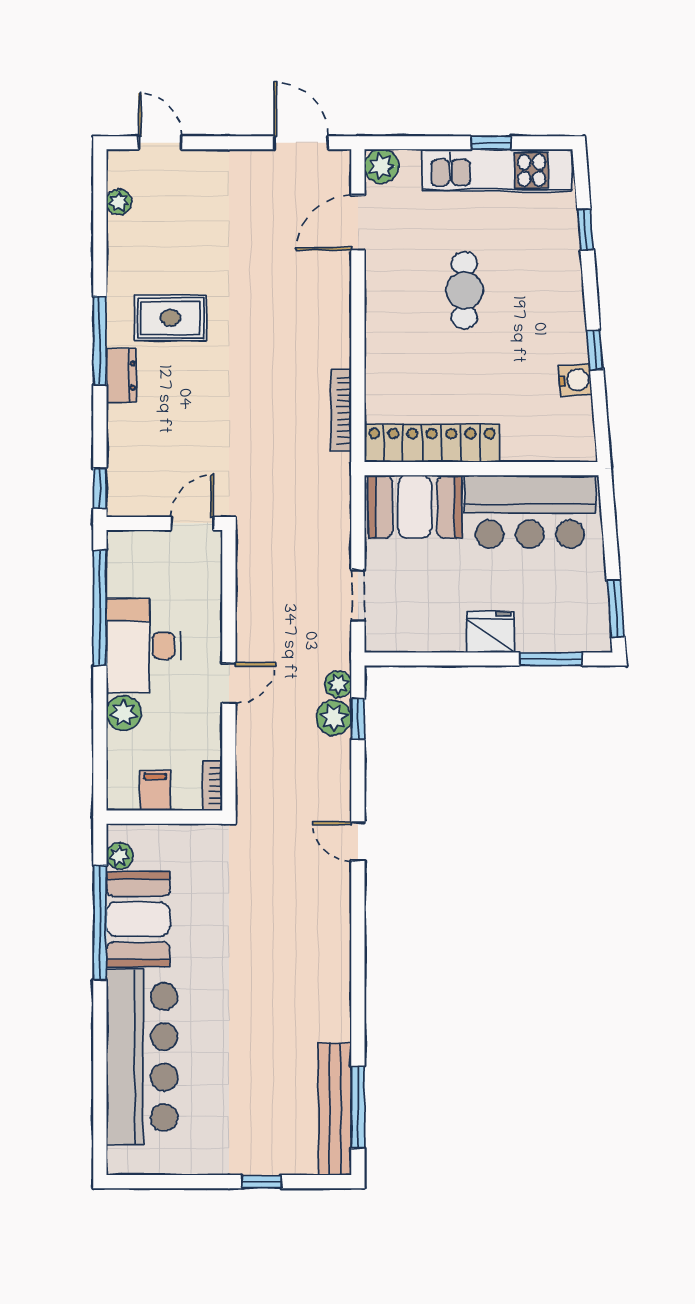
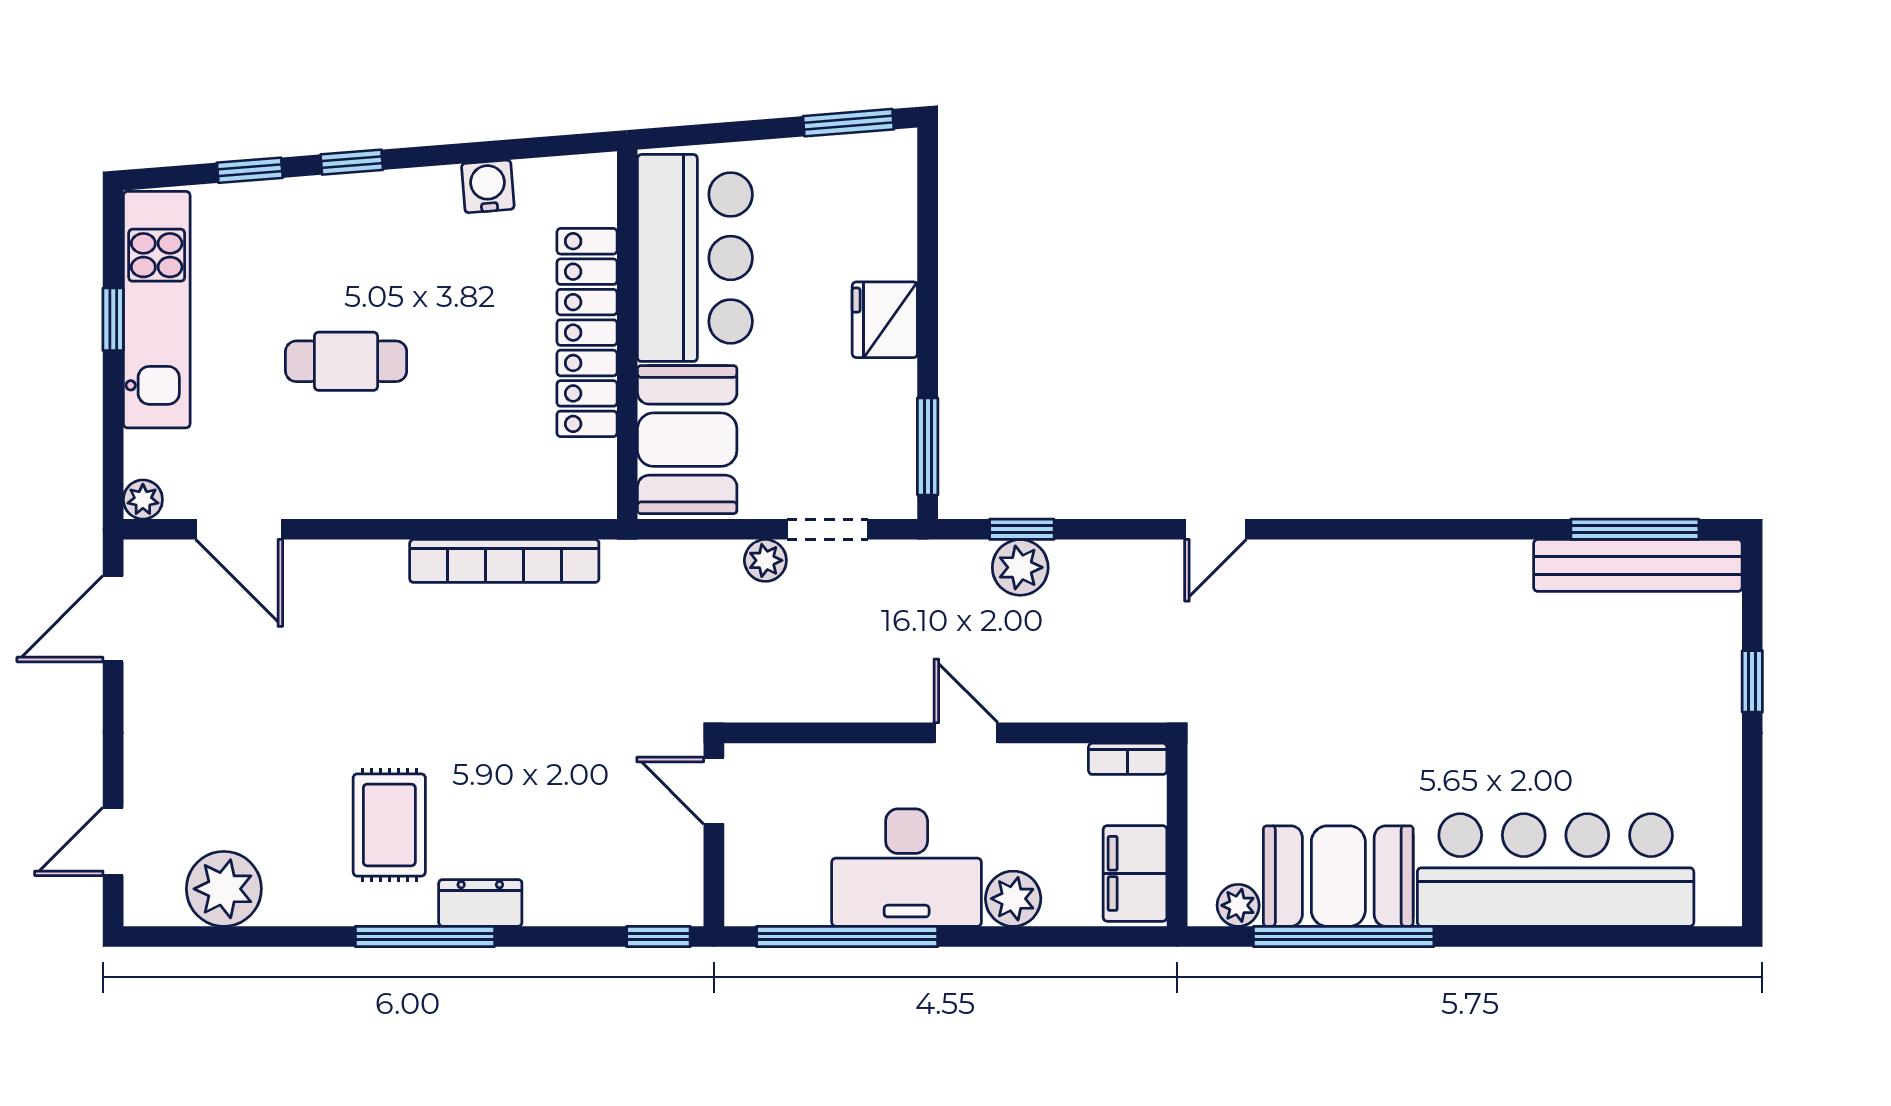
plant: (381, 166) -> (143, 500), width x0.73, depth x0.73
plant: (119, 202) -> (224, 889), width x1.87, depth x1.87
window: (595, 350) -> (352, 162), moved
bookcase: (341, 410) -> (504, 561), width x1.48, depth x1.31
locker: (432, 443) -> (587, 333), moved
window: (551, 659) -> (928, 446), moved
plant: (338, 684) -> (765, 560), moved
filing cabinet: (155, 790) -> (1135, 873), width x2.00

